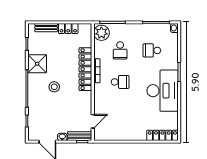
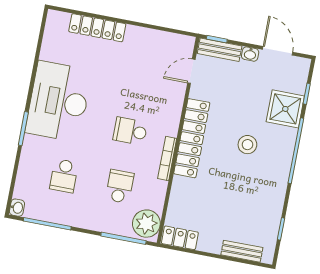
locker: (68, 28) -> (180, 238), moved
school desk: (152, 50) -> (64, 176), turned 90
shower: (37, 64) -> (285, 109), moved
locker: (85, 69) -> (192, 138), moved
locker: (162, 135) -> (97, 28), moved

